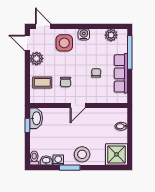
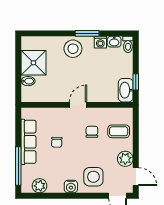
shower: (116, 154) -> (33, 63), moved

